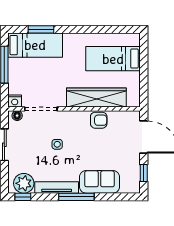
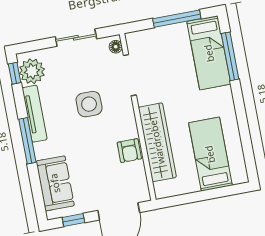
window: (41, 29) -> (230, 56), width x1.44
nightstand: (15, 101) -> (133, 40), removed
side table: (57, 144) -> (89, 104), width x1.87, depth x1.87
sofa: (99, 182) -> (55, 183), moved

